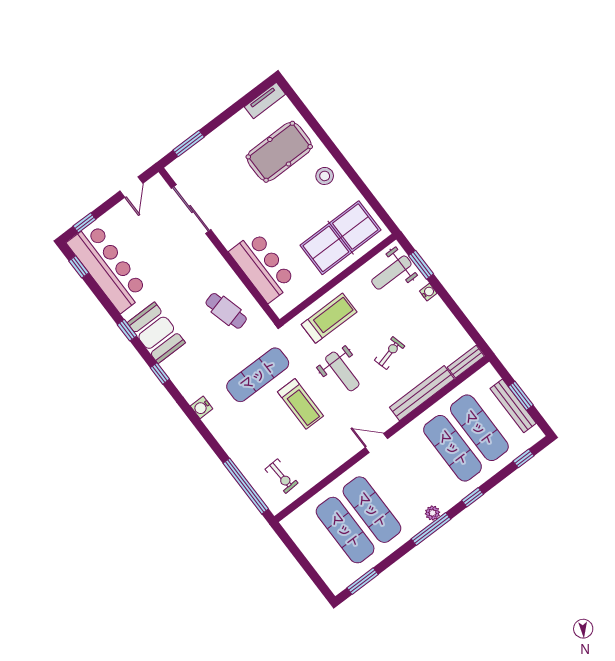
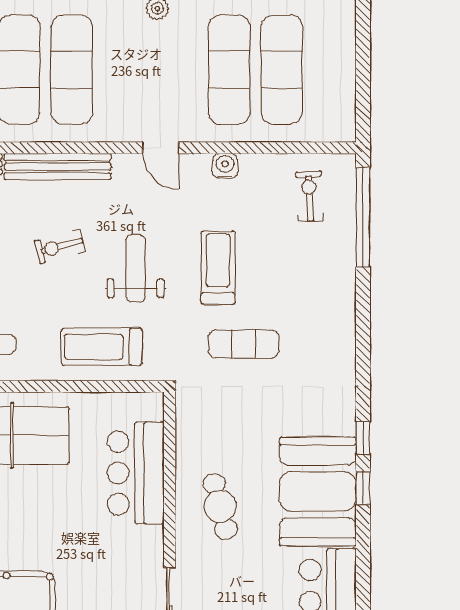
cafe table: (226, 311) -> (220, 506), moved
window: (127, 330) -> (363, 488), moved
booth: (156, 333) -> (318, 491), width x1.36, depth x1.42
exercise mat: (258, 375) -> (243, 344), width x0.73, depth x0.69
water cooler: (202, 407) -> (225, 166), moved, turned -90

